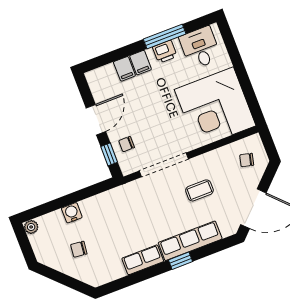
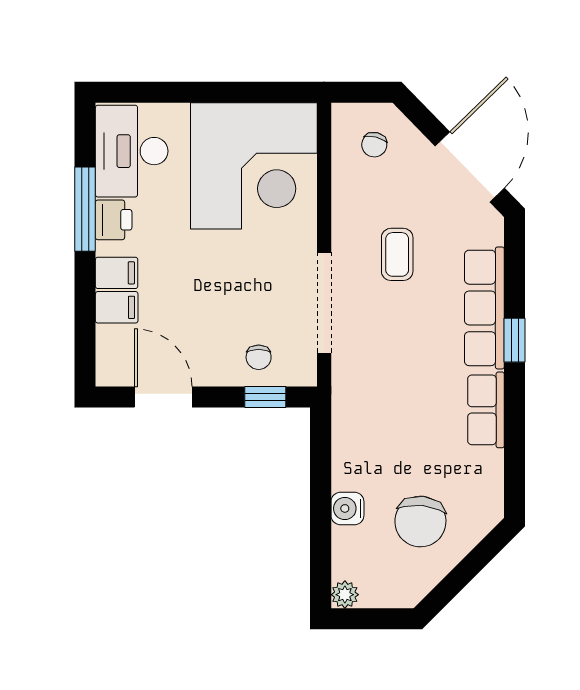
desk: (200, 48) -> (132, 151), width x1.37
door: (96, 120) -> (163, 397), moved
chair: (79, 249) -> (420, 522), width x1.87, depth x1.87

